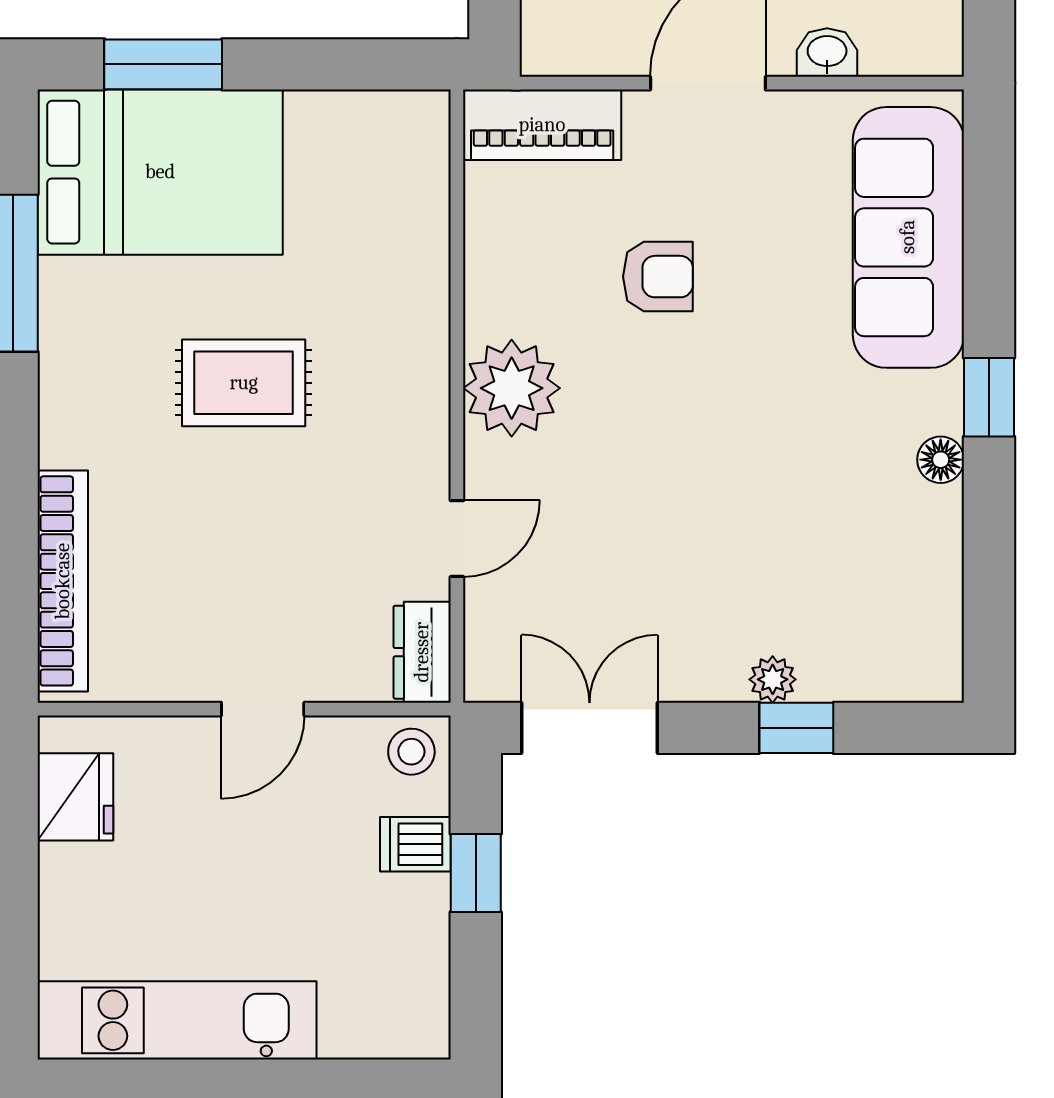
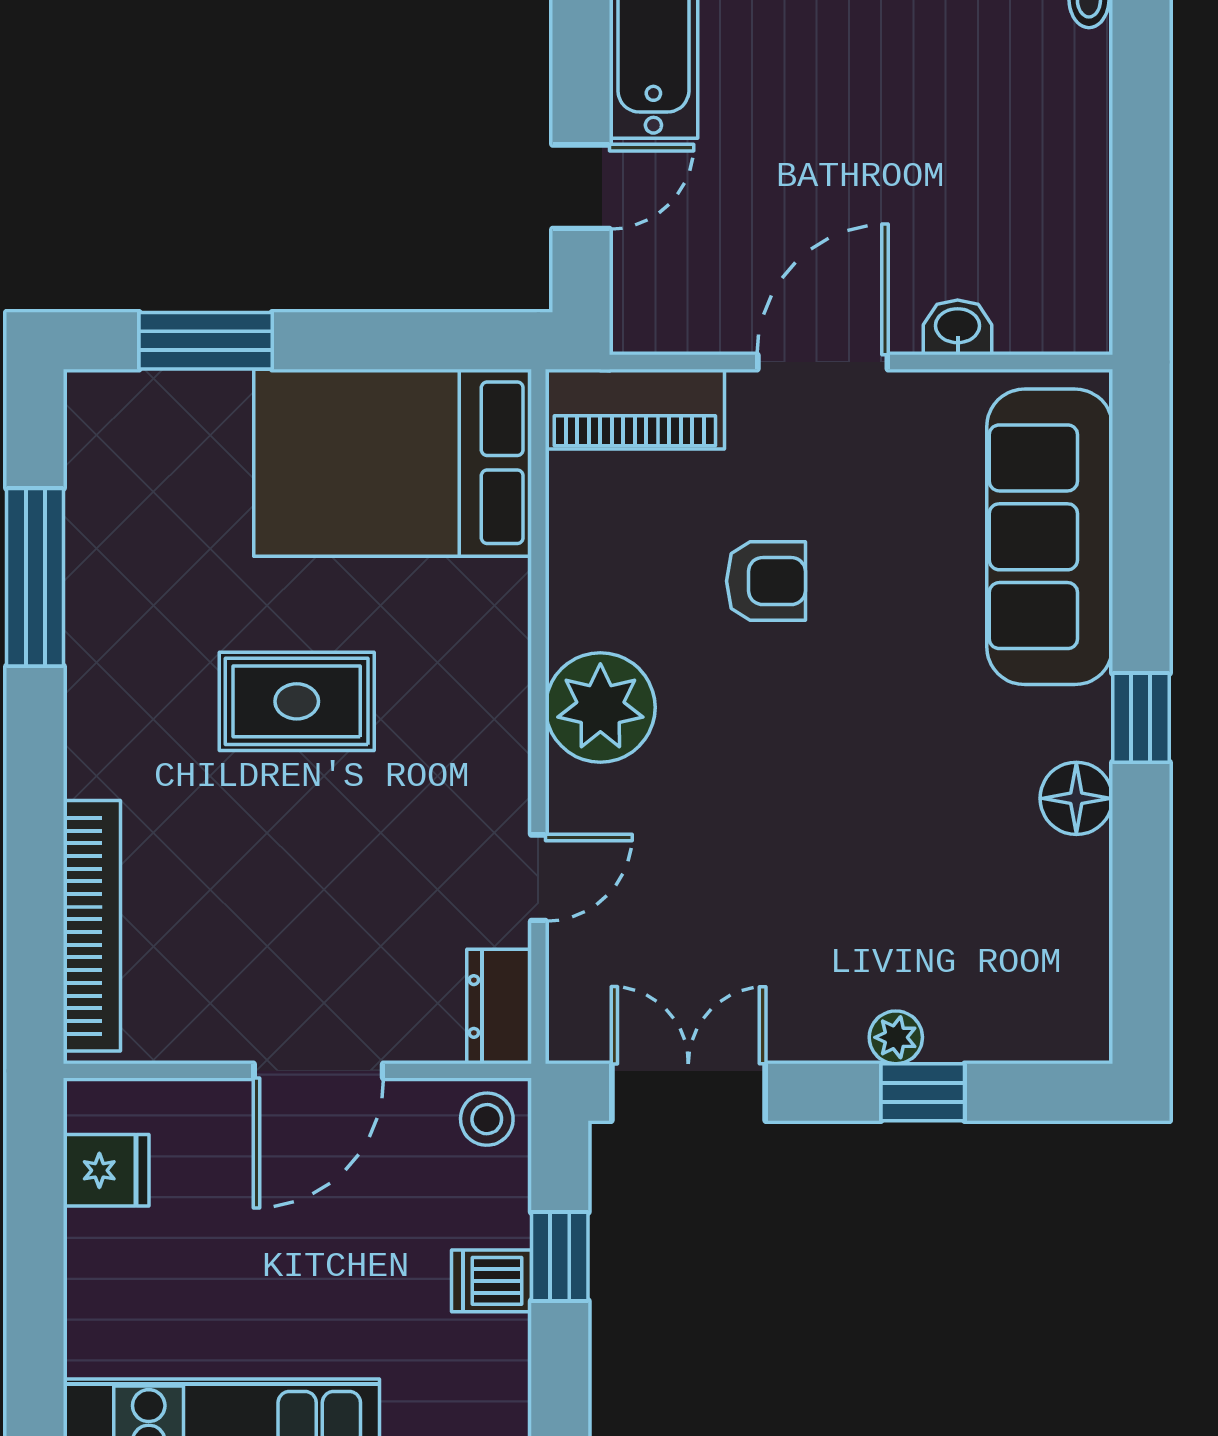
bed: (160, 172) -> (393, 463), moved, turned 180
floor lamp: (941, 460) -> (1076, 798), width x1.37, depth x1.37
door: (263, 709) -> (318, 1071), width x1.38
fridge: (75, 797) -> (106, 1170), width x0.72
dishwasher: (415, 844) -> (491, 1281), moved

